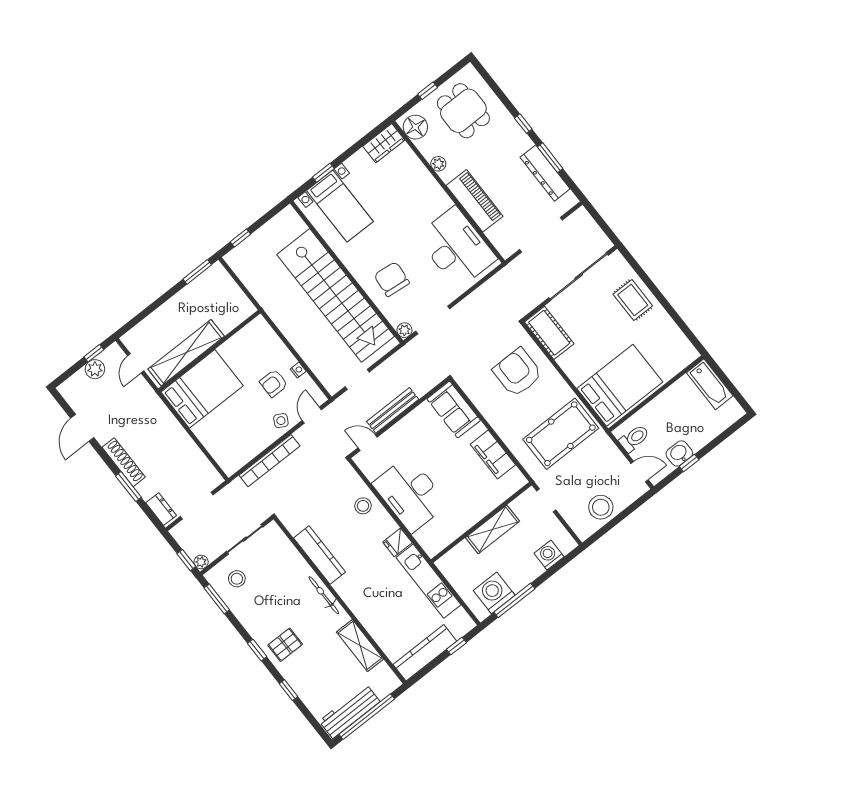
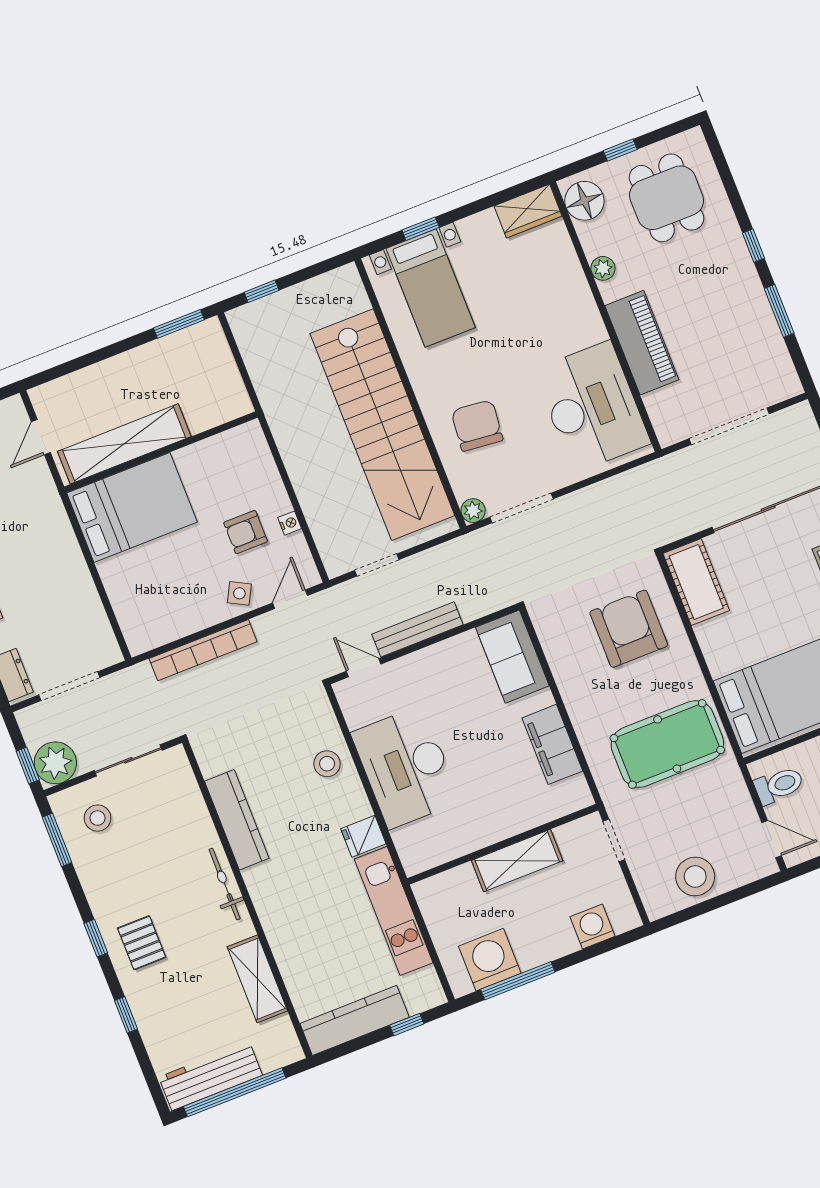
dresser: (545, 173) -> (764, 332), removed
plant: (201, 562) -> (55, 763), width x1.87, depth x1.87
pallet: (285, 645) -> (142, 943), turned 90

